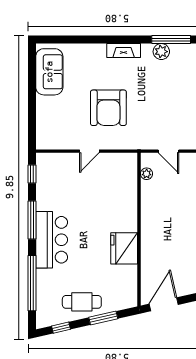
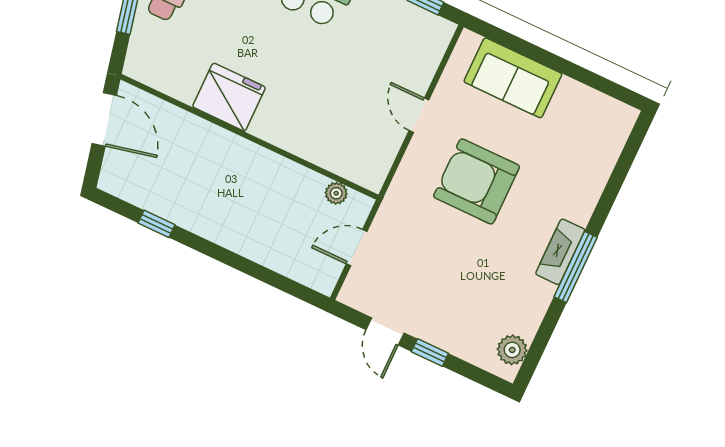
window: (171, 40) -> (576, 267), moved
plant: (161, 52) -> (512, 350), moved
sofa: (49, 72) -> (513, 78), moved

